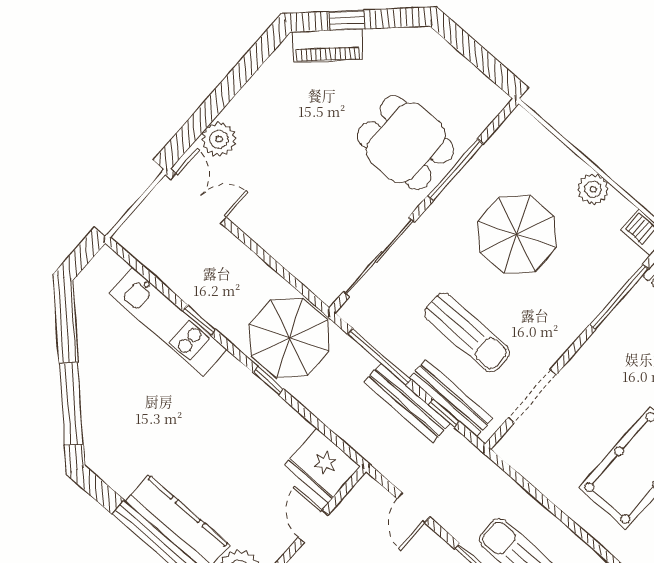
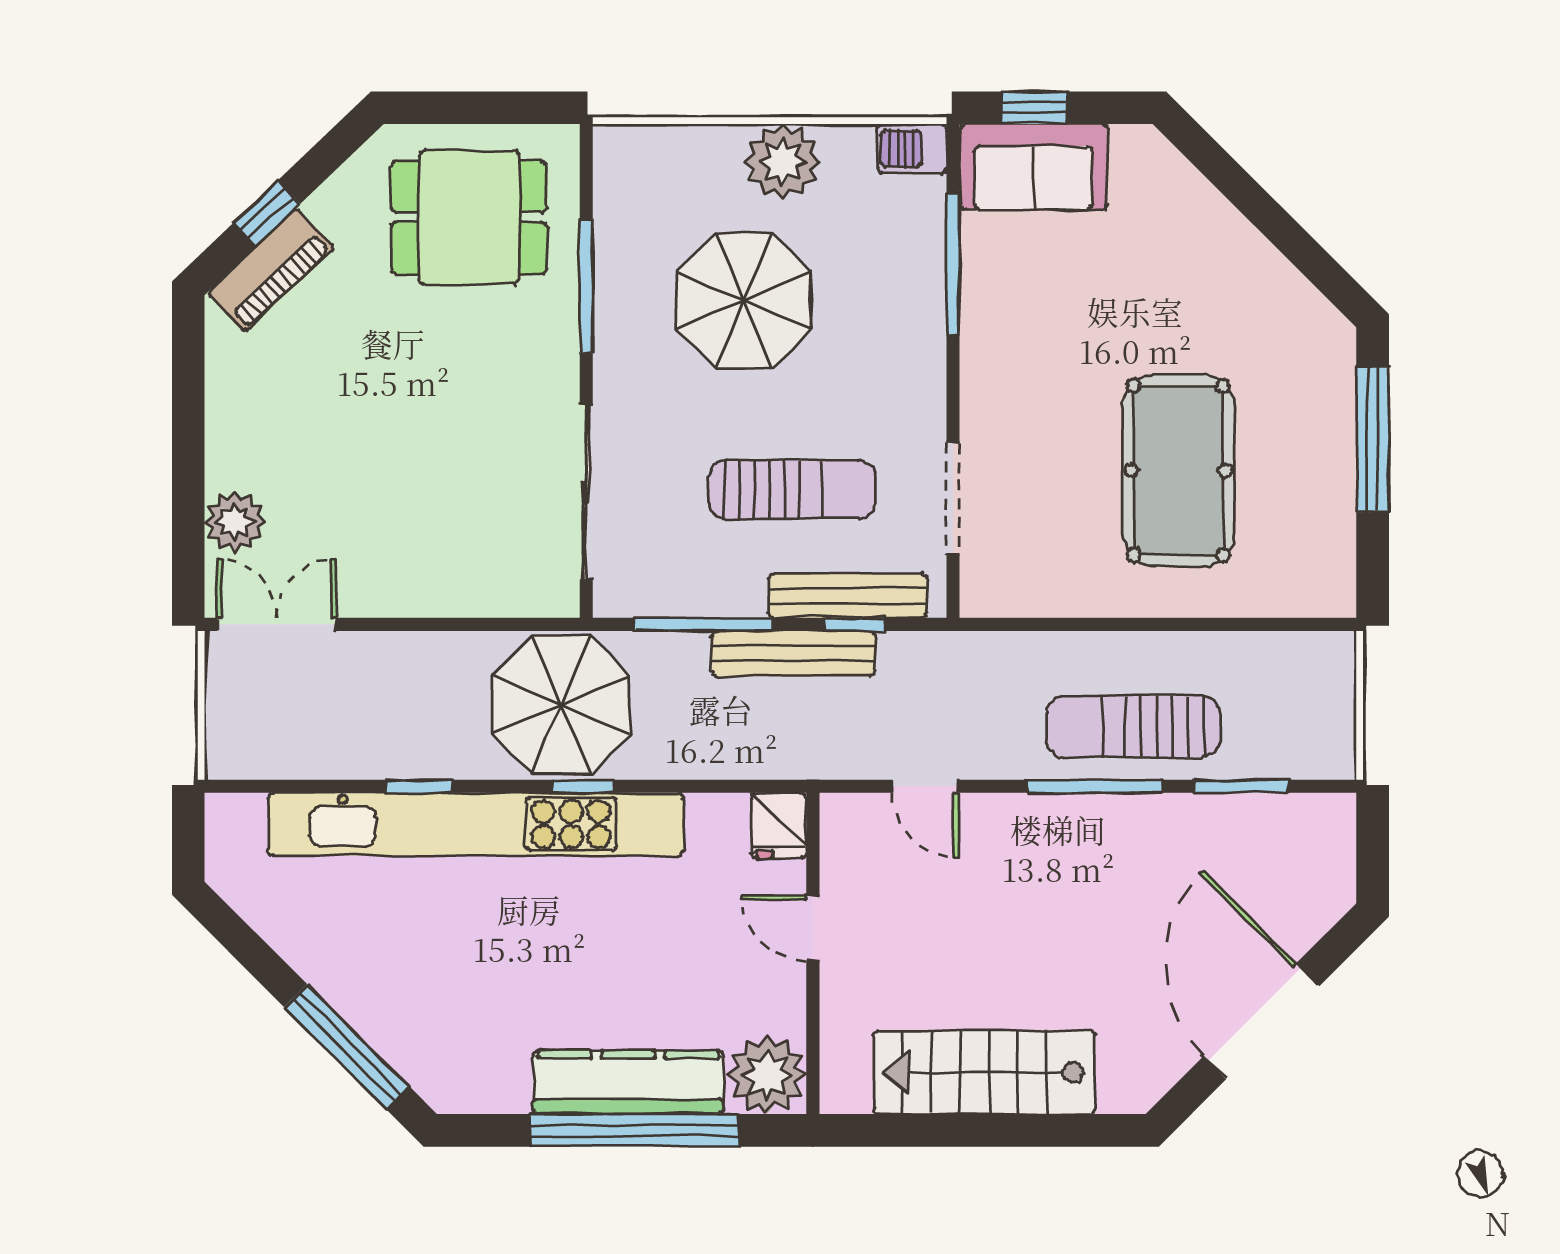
dining table: (406, 143) -> (469, 217), moved
plant: (593, 189) -> (783, 162), width x1.36, depth x1.36
kitchen unit: (168, 321) -> (476, 824), width x1.86
fridge: (322, 466) -> (779, 825), width x0.53, depth x0.75

